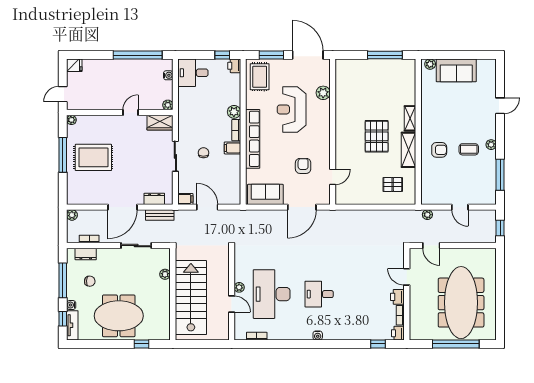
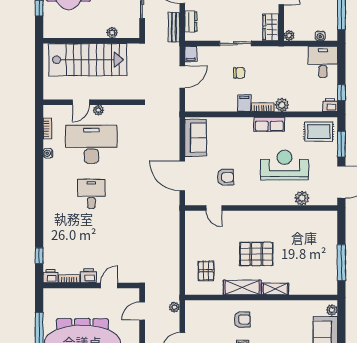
row of seats: (253, 139) -> (269, 124), width x0.50
armchair: (439, 150) -> (242, 319), turned -90
water cooler: (318, 336) -> (48, 153), moved

